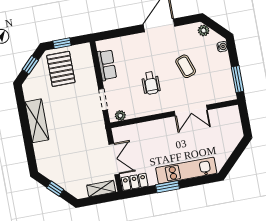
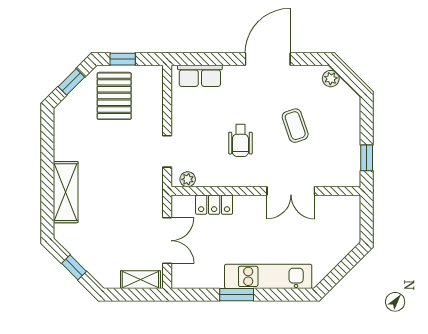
water cooler: (222, 47) -> (353, 107), removed
row of seats: (107, 65) -> (200, 76), moved, turned 90
window: (237, 79) -> (367, 158), width x0.67
shelving: (37, 121) -> (66, 192), moved
locker: (135, 182) -> (214, 205), moved, turned 180

